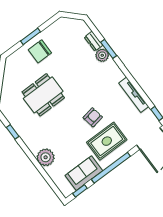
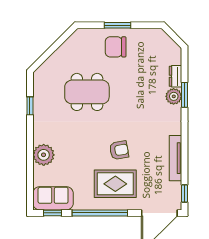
sofa: (84, 173) -> (53, 198), moved

